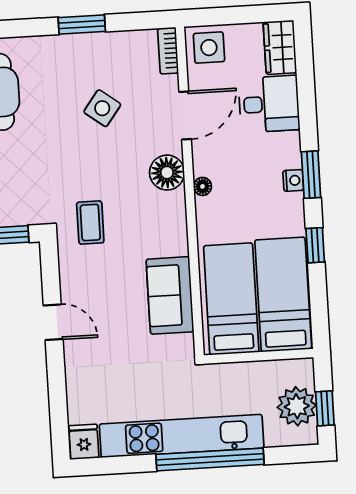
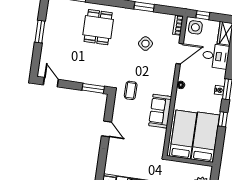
window: (220, 16) -> (203, 15), added
floor lamp: (167, 173) -> (167, 76), removed
sofa: (170, 295) -> (160, 111), moved

